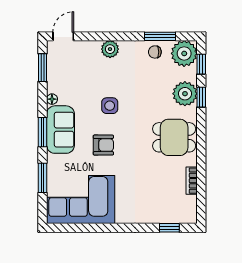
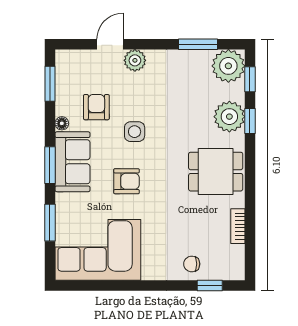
door: (63, 36) -> (110, 44), moved
chair: (155, 52) -> (192, 264), moved
armchair: (79, 86) -> (96, 107), added

